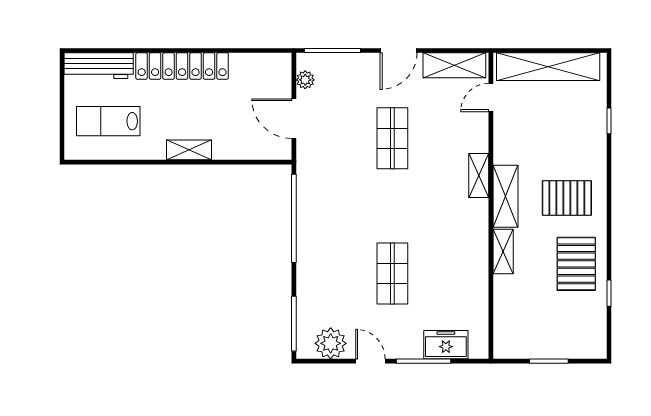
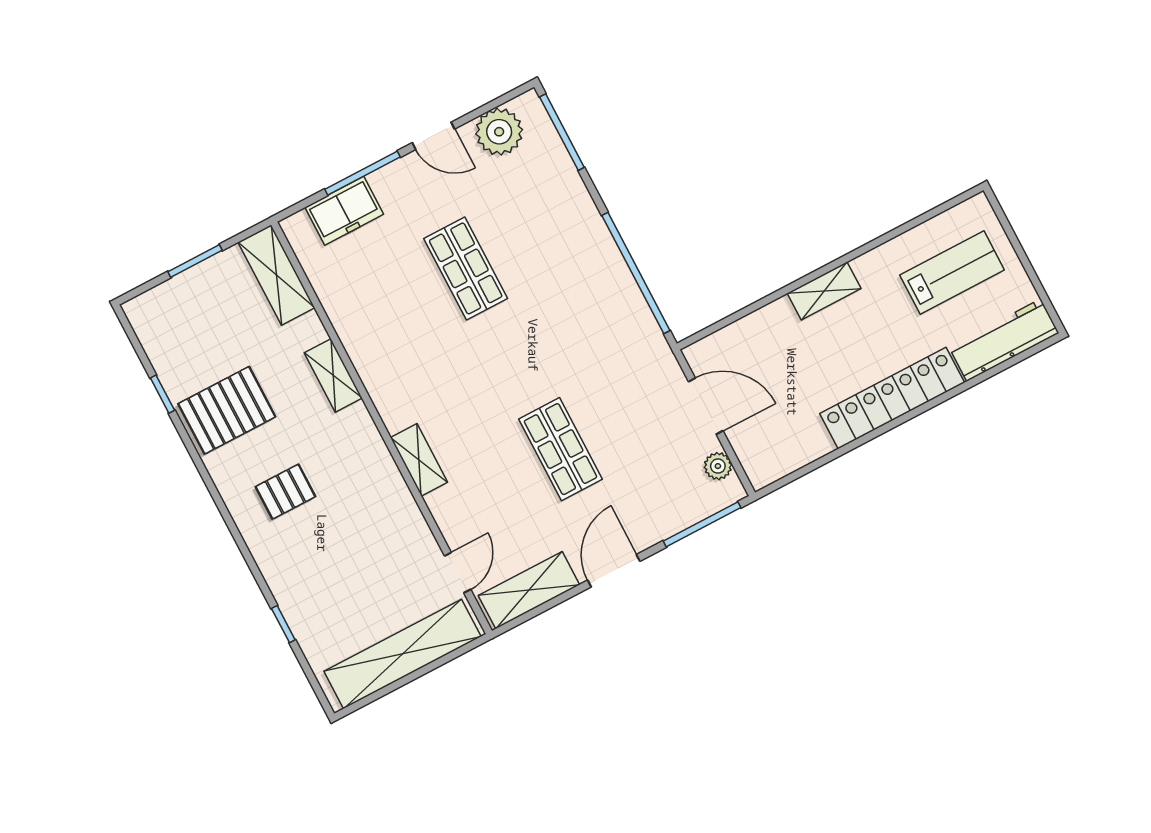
shelving: (505, 196) -> (276, 275), moved
pallet: (567, 198) -> (285, 492), width x0.67, depth x0.71
pallet: (576, 264) -> (227, 410), turned 90

